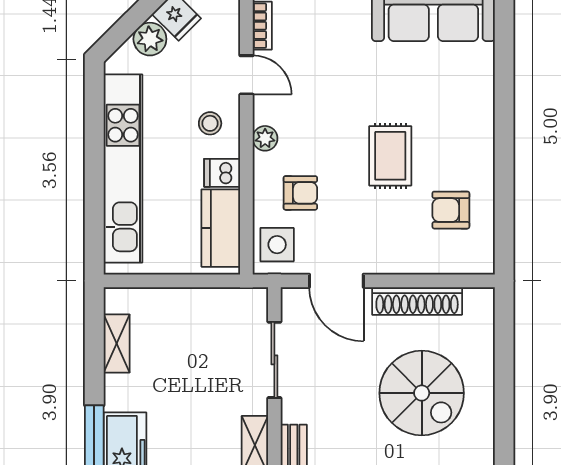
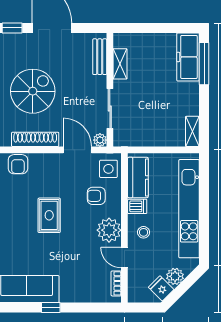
plant: (265, 138) -> (109, 230), width x1.88, depth x1.88
armchair: (451, 210) -> (18, 164), moved, turned 90
plant: (293, 300) -> (100, 140), added
shelving: (117, 344) -> (192, 131), moved
spiral stairs: (422, 393) -> (33, 91), turned 90

